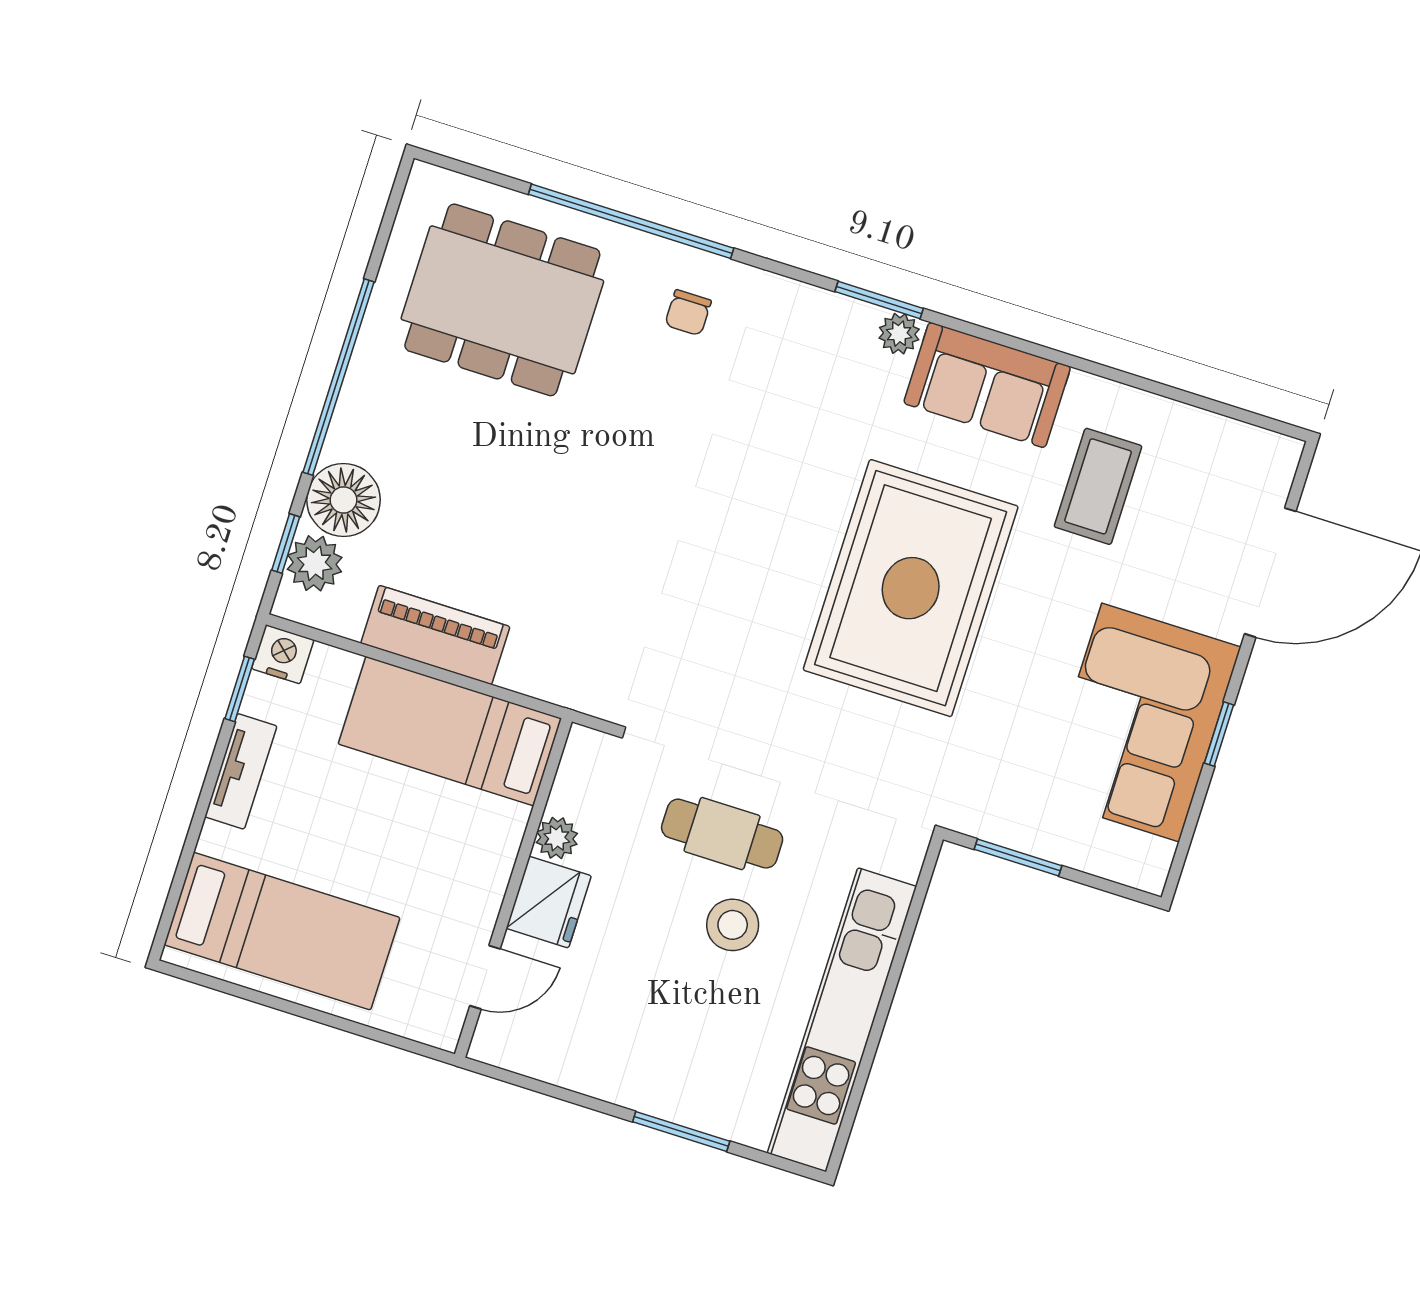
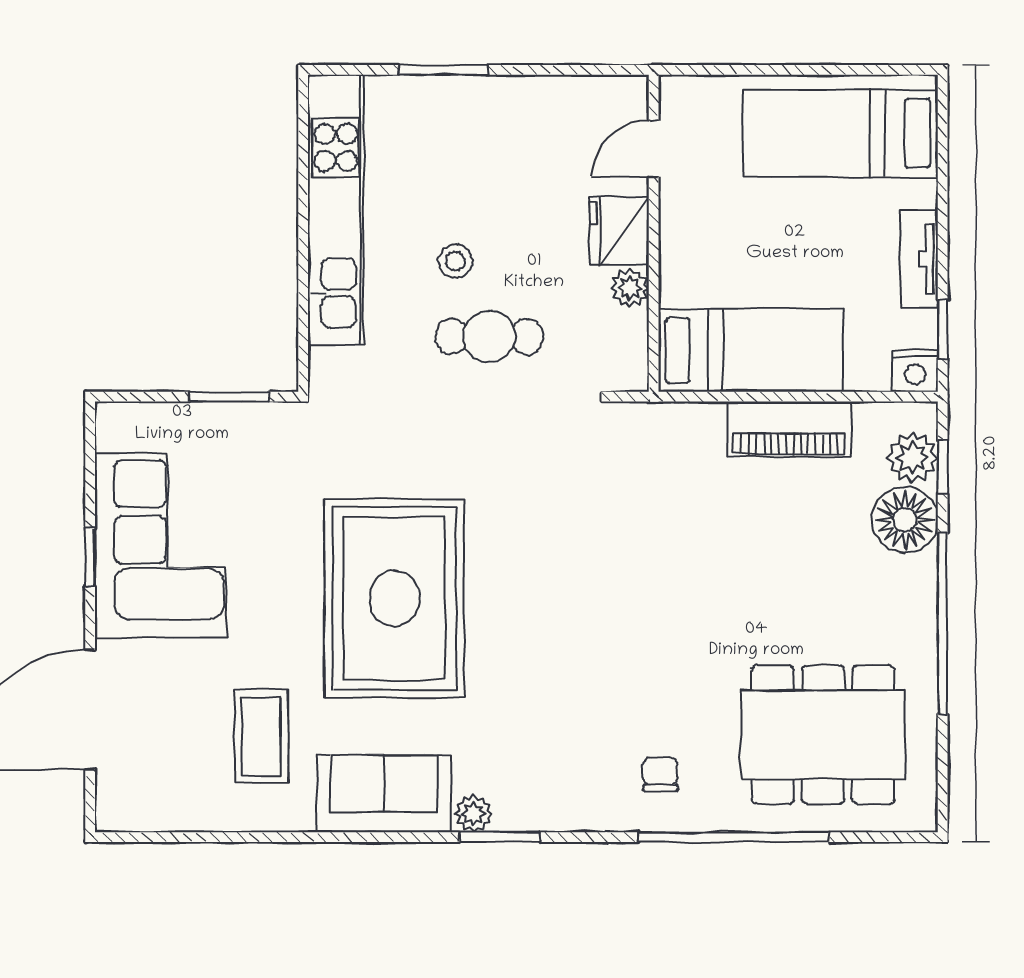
stool: (733, 925) -> (455, 261), width x0.73, depth x0.73

